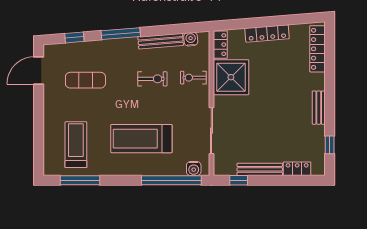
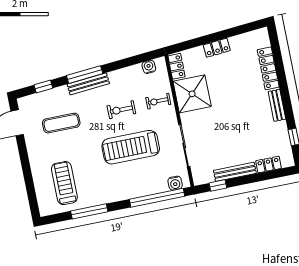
locker: (267, 33) -> (217, 48), width x0.66
bench: (161, 41) -> (88, 84), moved
locker: (317, 49) -> (268, 68), moved
exercise bike: (152, 79) -> (121, 110), turned 180
treadmill: (141, 139) -> (131, 147), moved
window: (80, 180) -> (89, 211), moved

